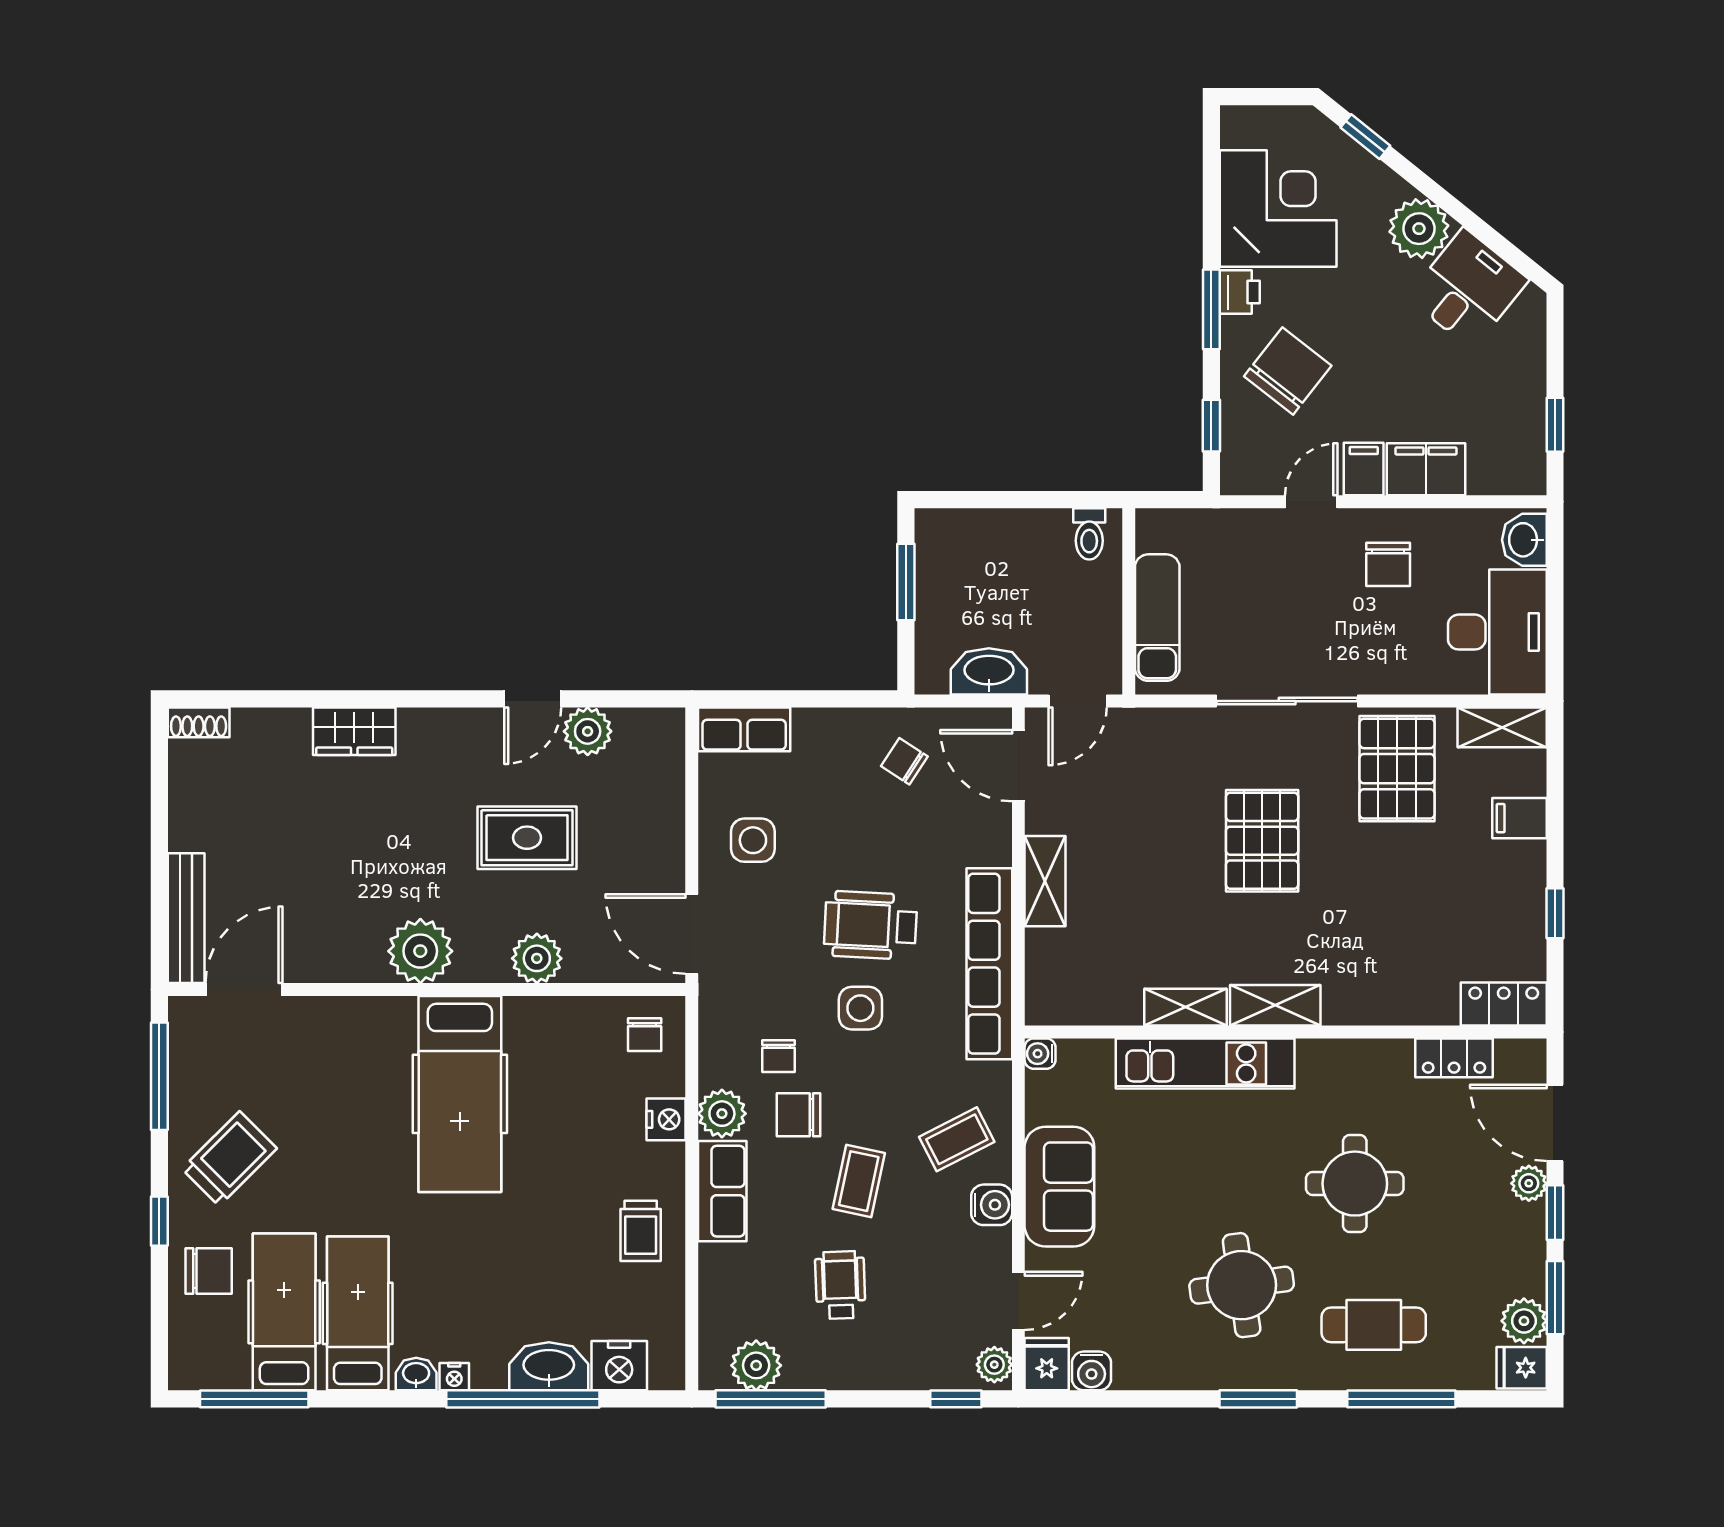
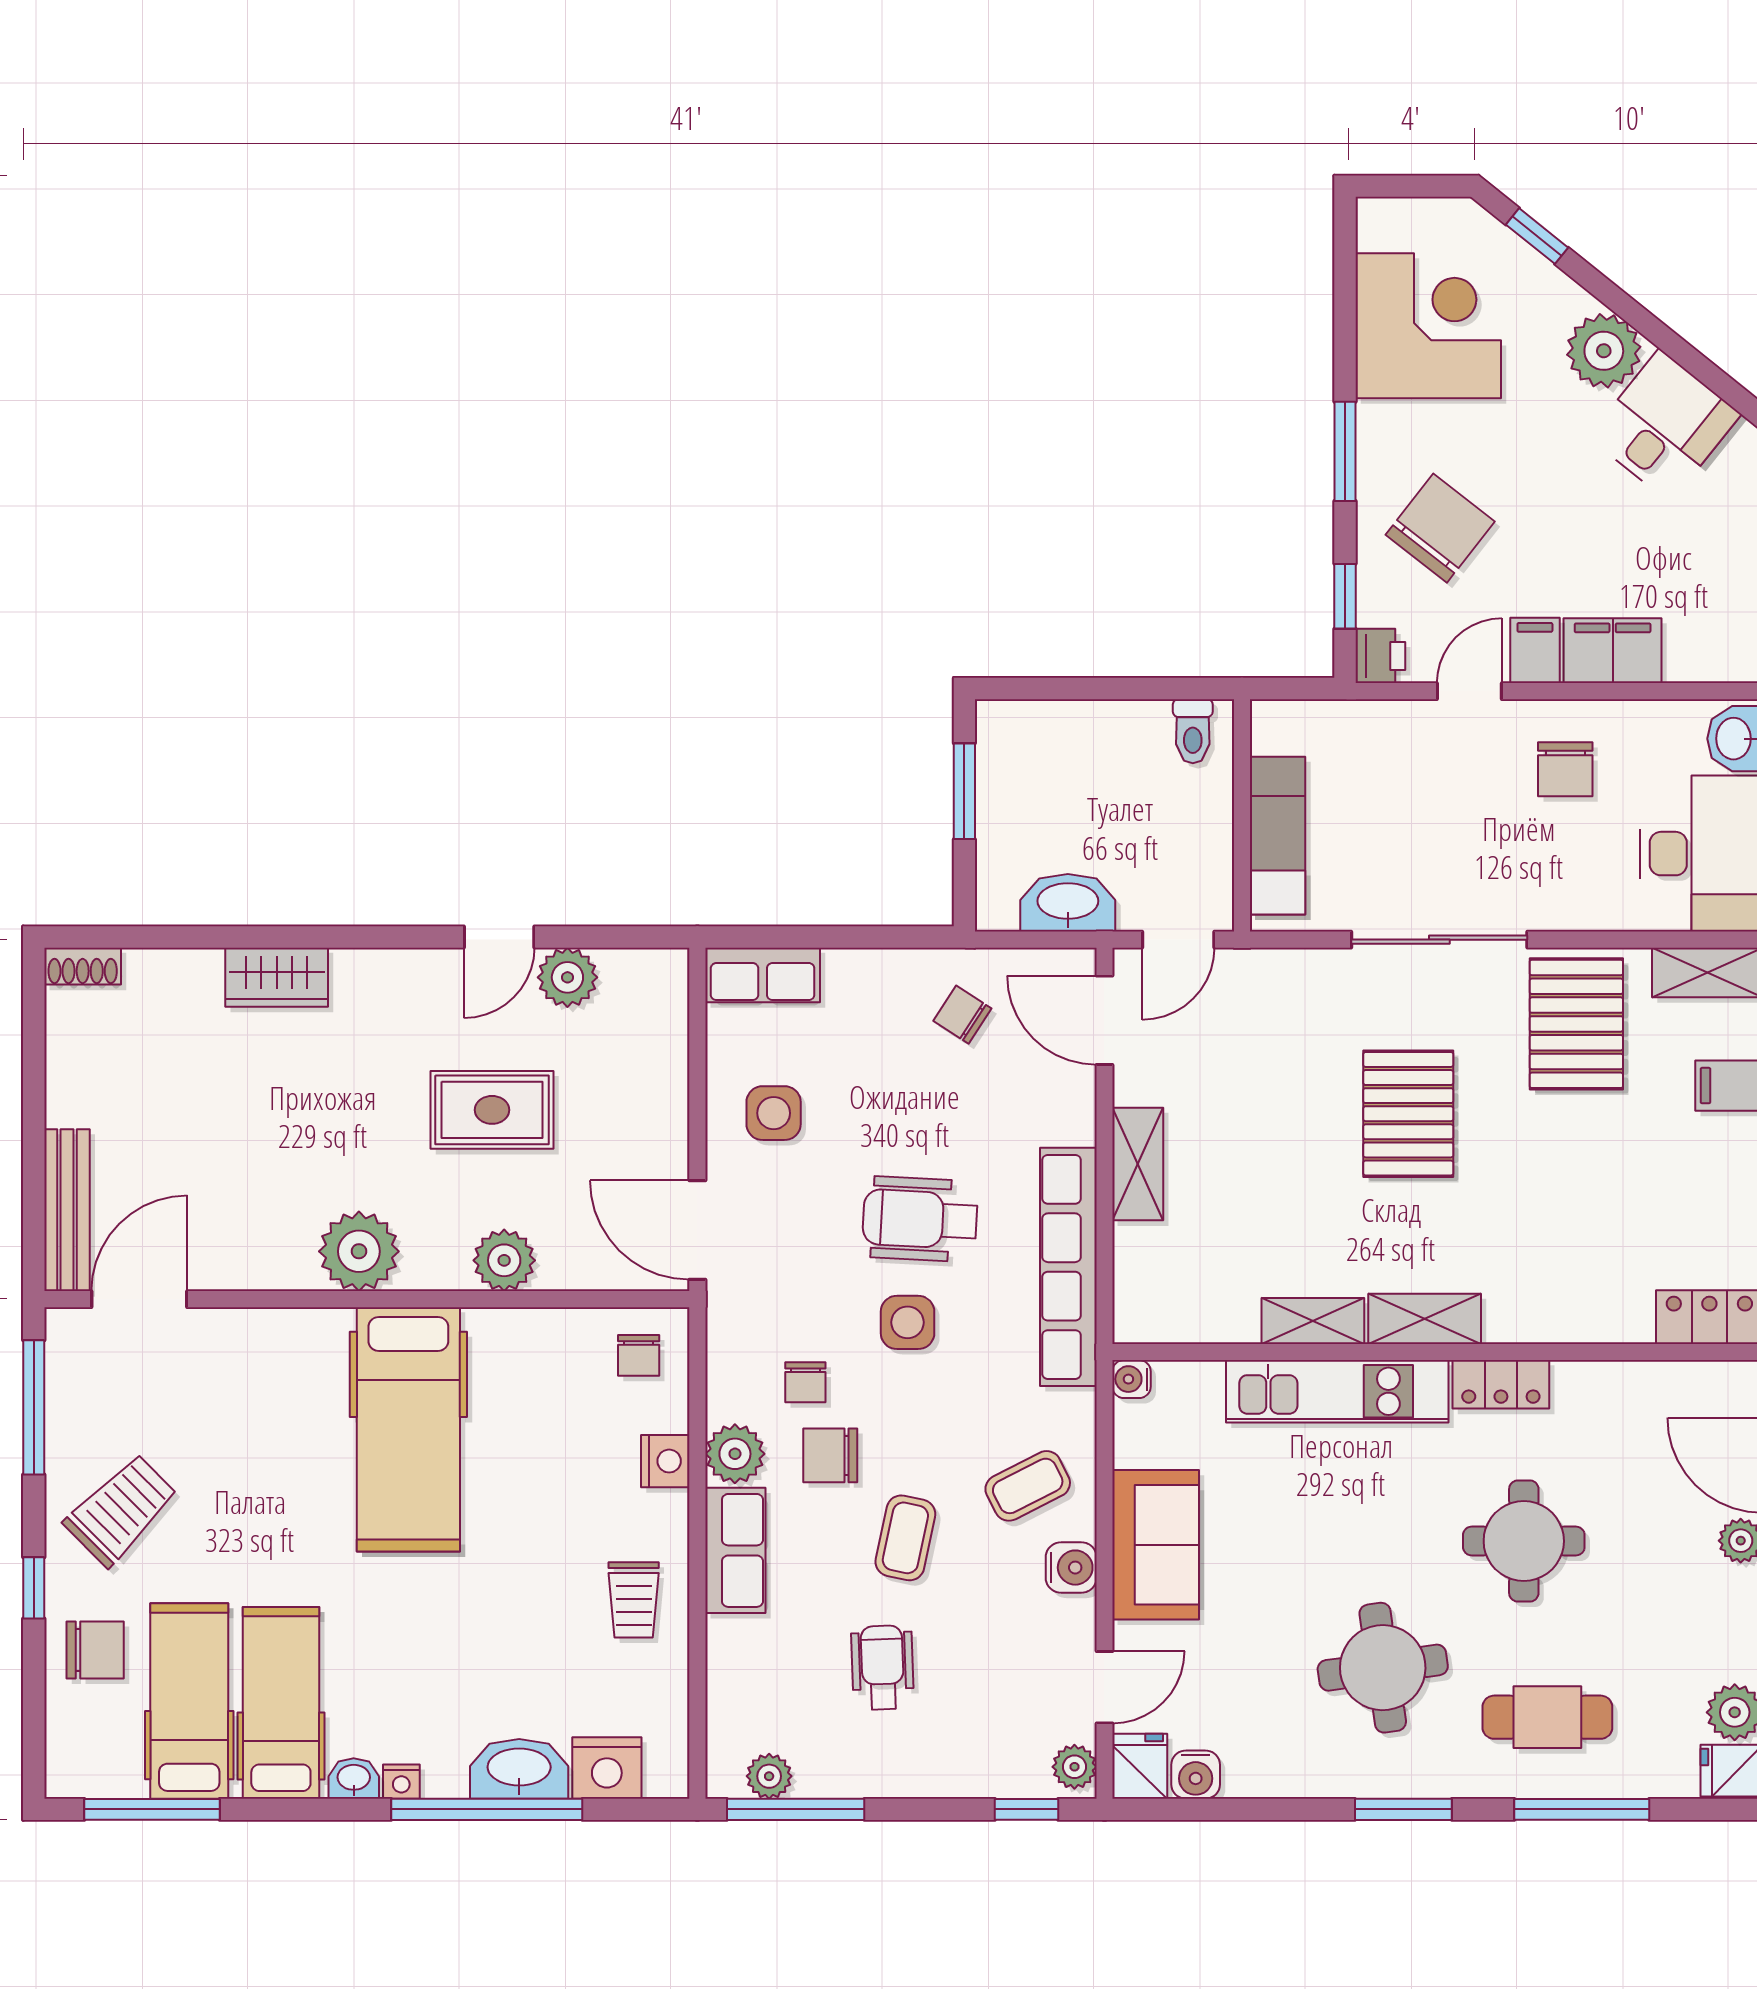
printer: (1240, 292) -> (1380, 656), moved
locker: (1454, 1058) -> (1501, 1384), moved
plant: (756, 1365) -> (769, 1776), width x0.73, depth x0.73

